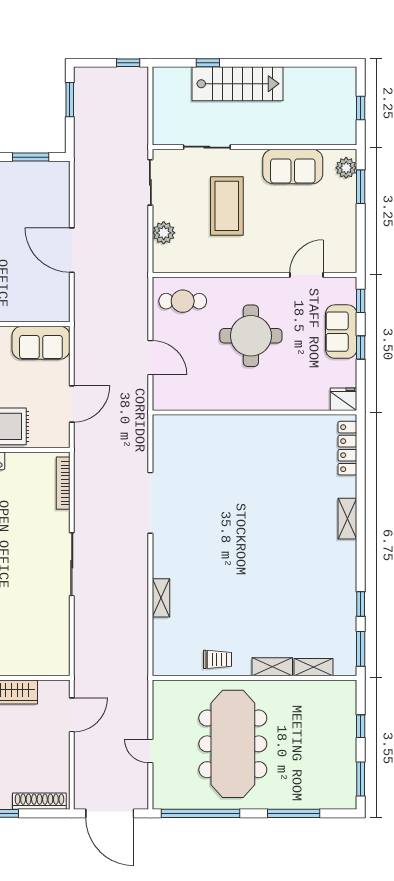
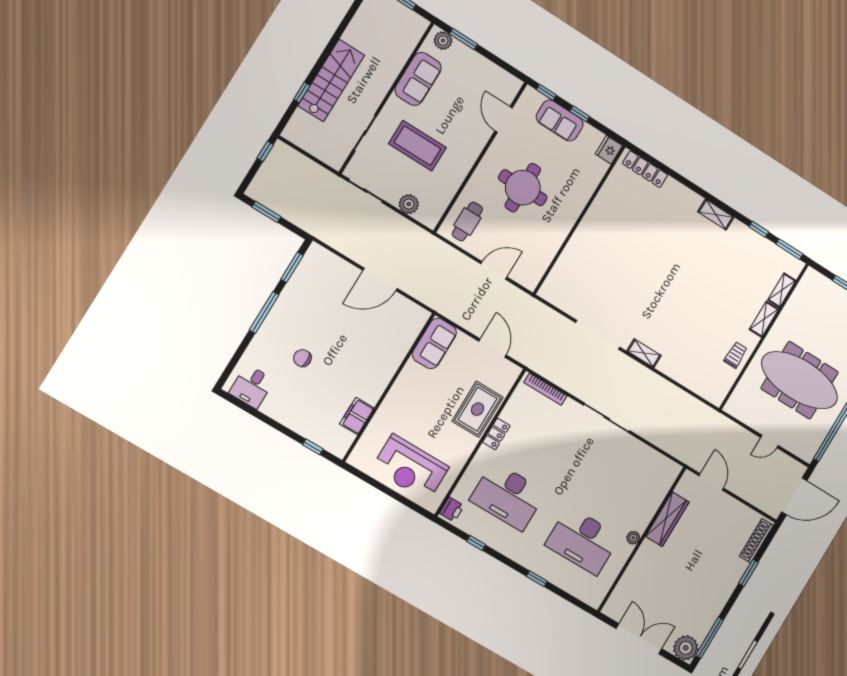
shelving: (347, 519) -> (716, 215), moved
shelving: (161, 598) -> (644, 353), moved

